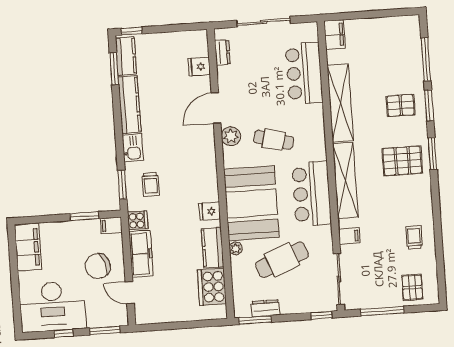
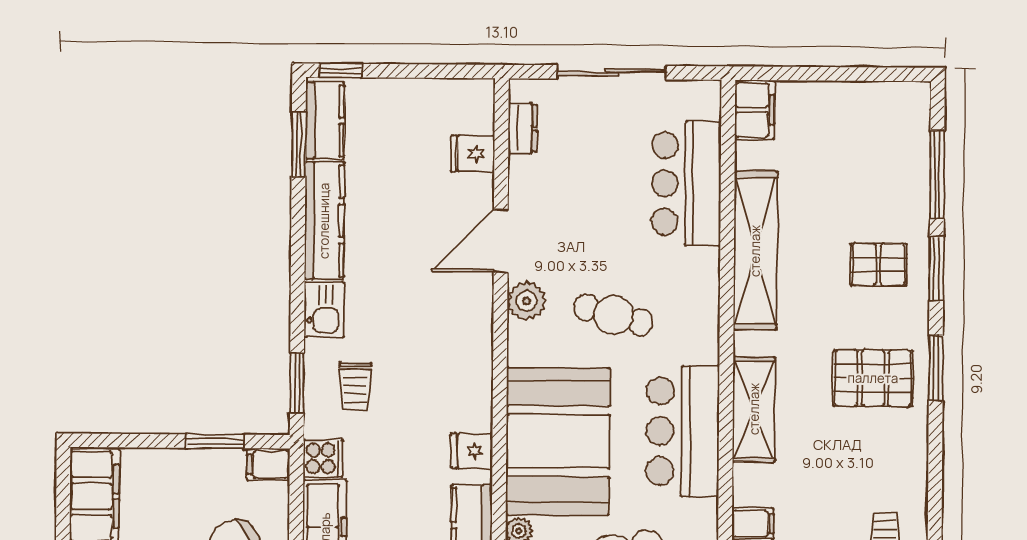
shelving: (345, 181) -> (754, 409), width x0.68

